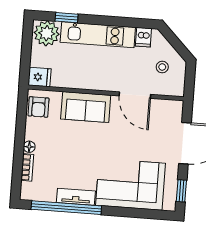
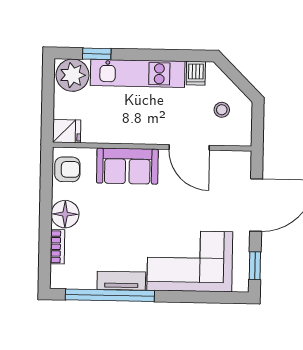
armchair: (38, 107) -> (67, 169), turned -90
floor lamp: (29, 147) -> (65, 214), width x1.89, depth x1.89

